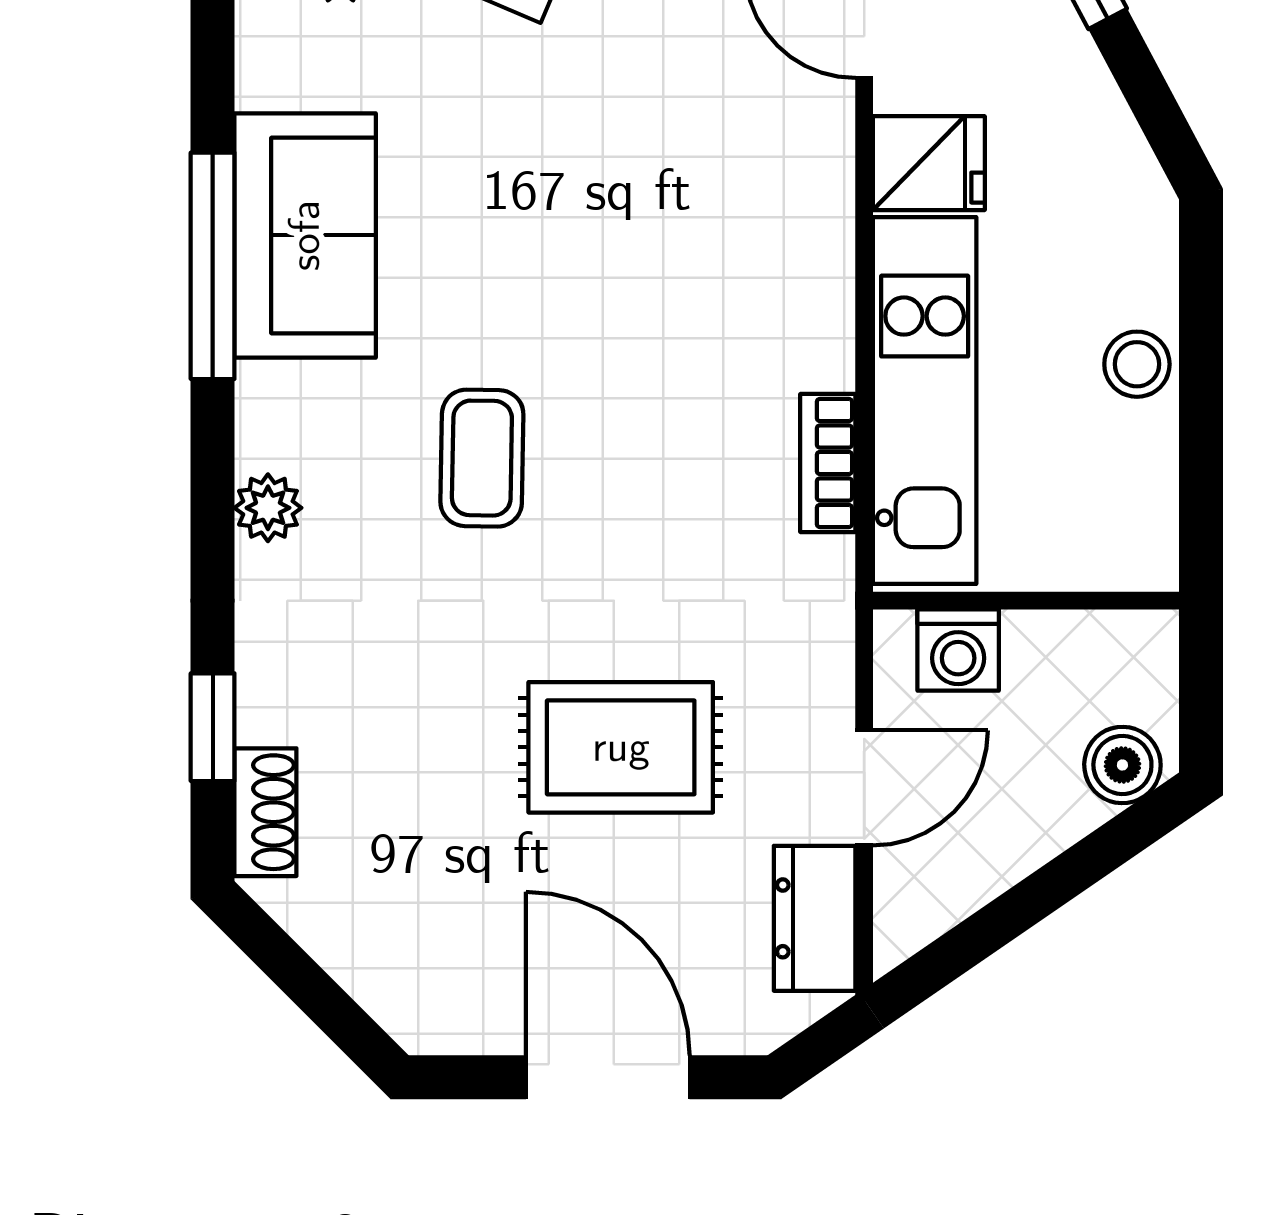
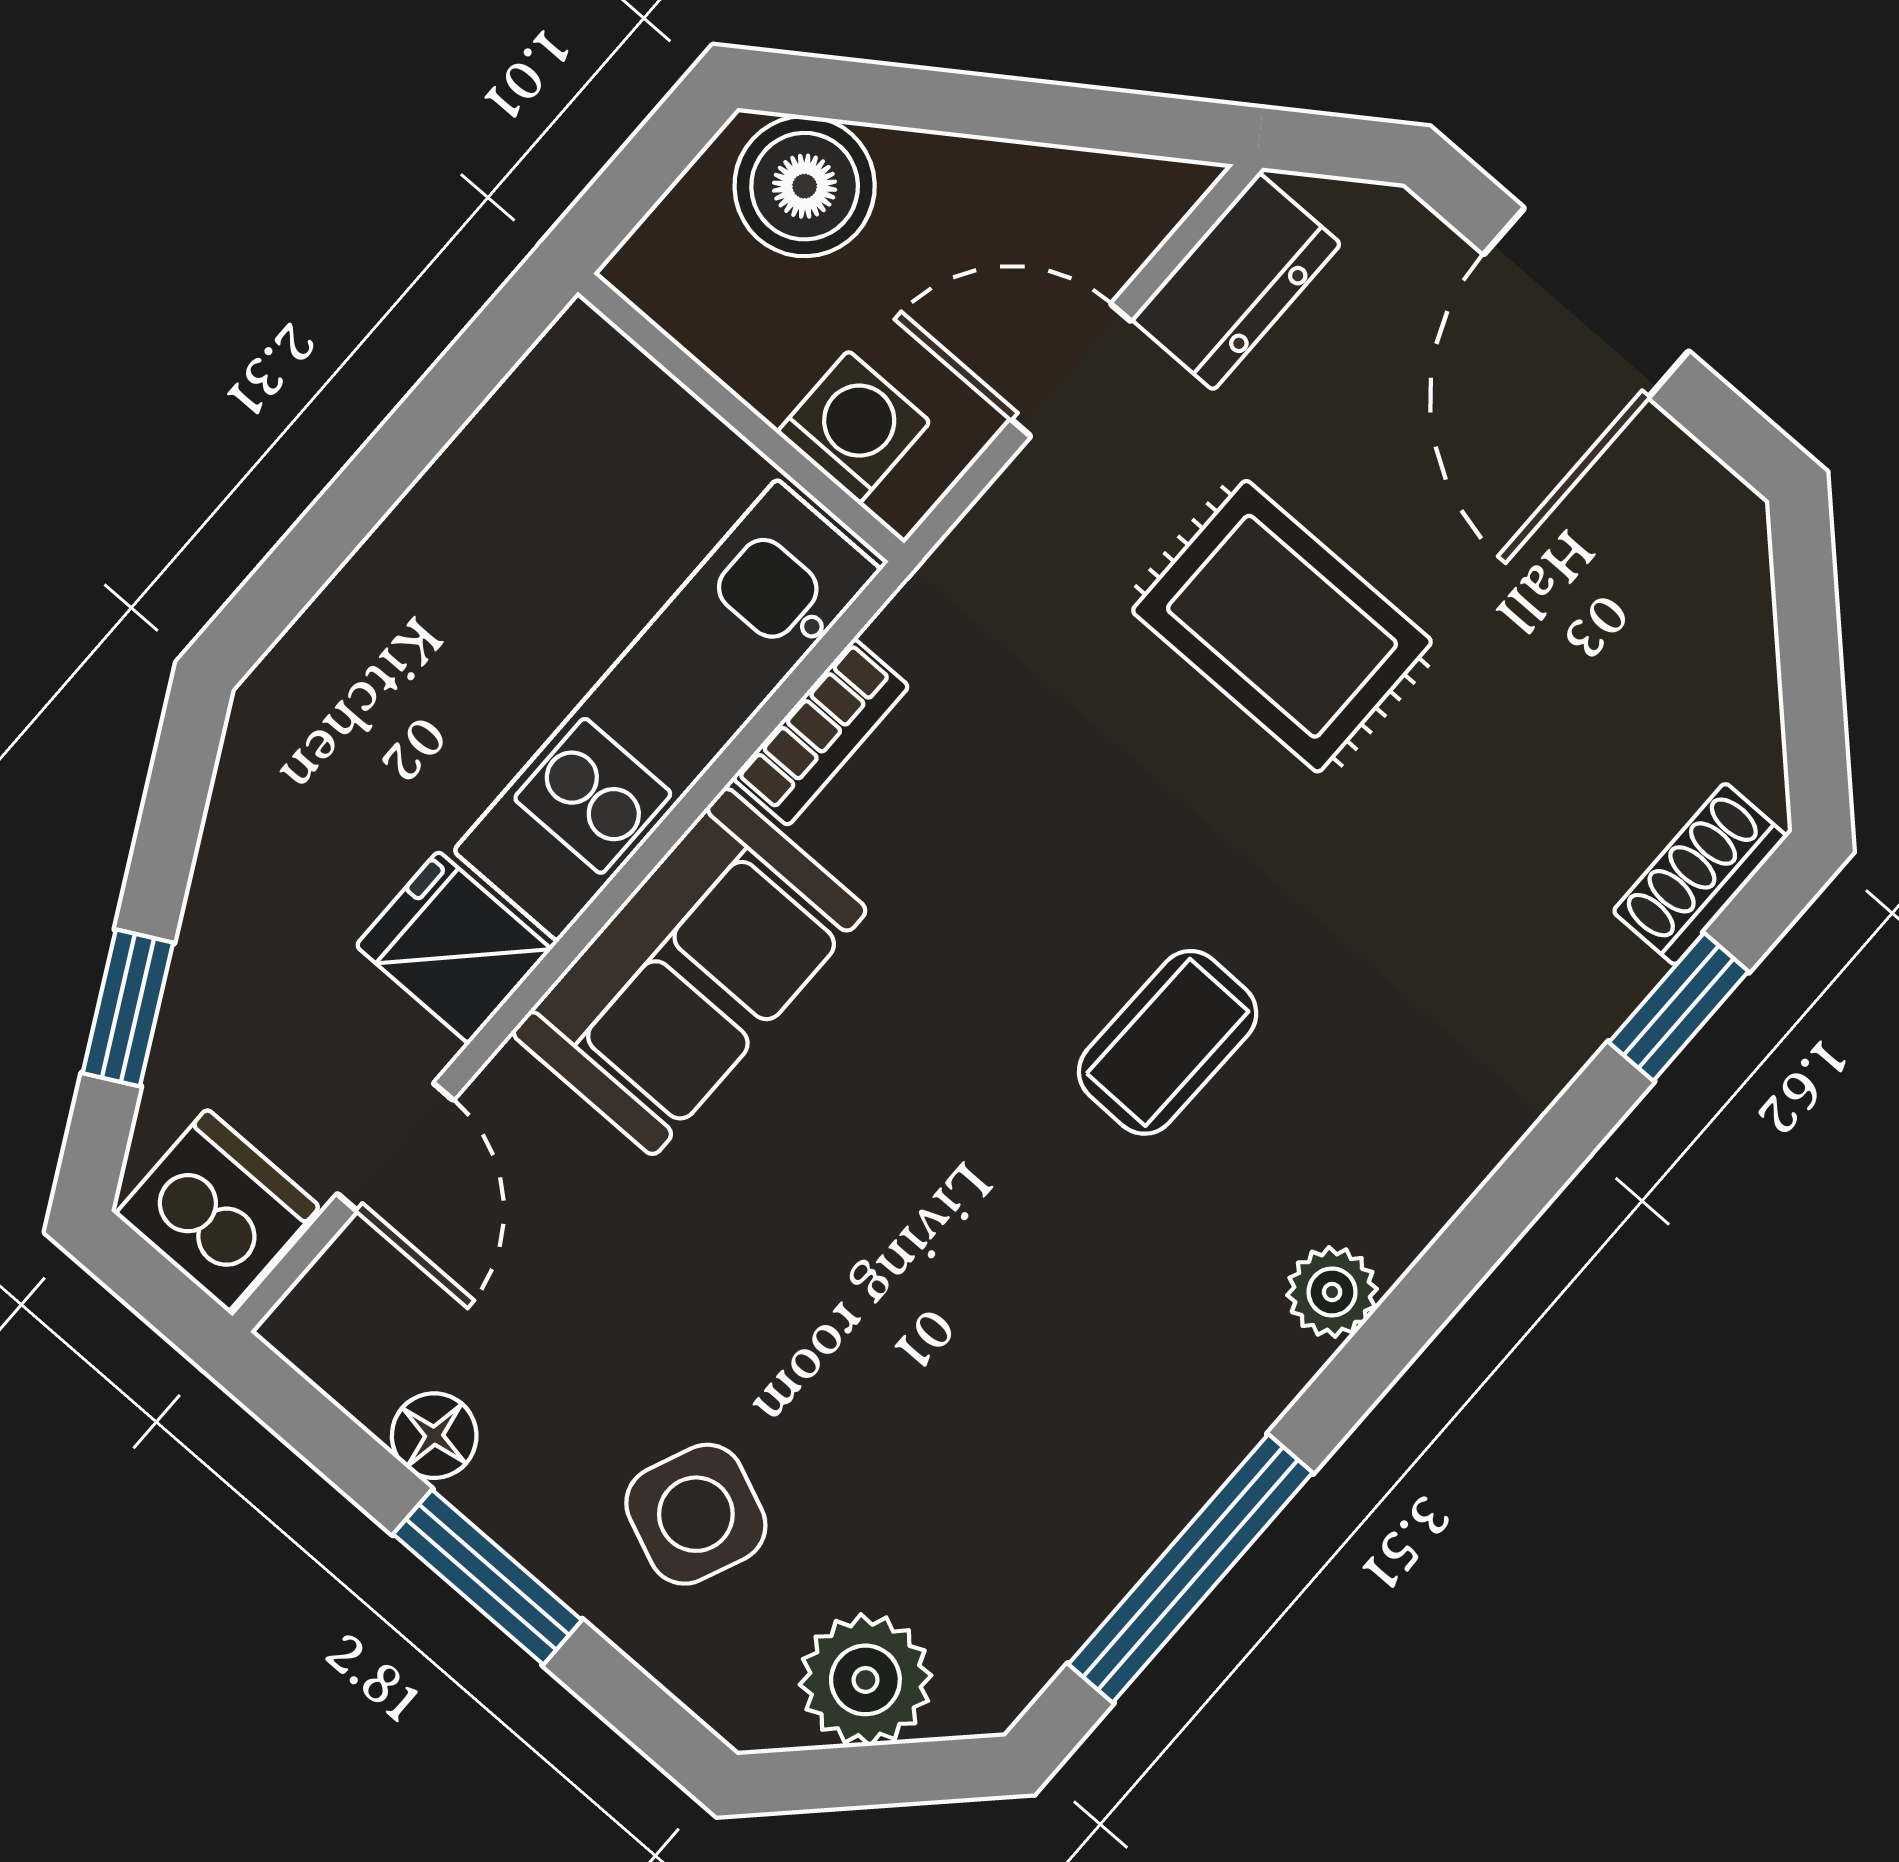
sofa: (305, 235) -> (689, 971), moved, turned 180
window: (213, 266) -> (1191, 1568), moved
stool: (1137, 364) -> (420, 560), removed
plant: (268, 508) -> (1332, 1292), moved
boiler: (1122, 765) -> (805, 186), width x1.36, depth x1.36

